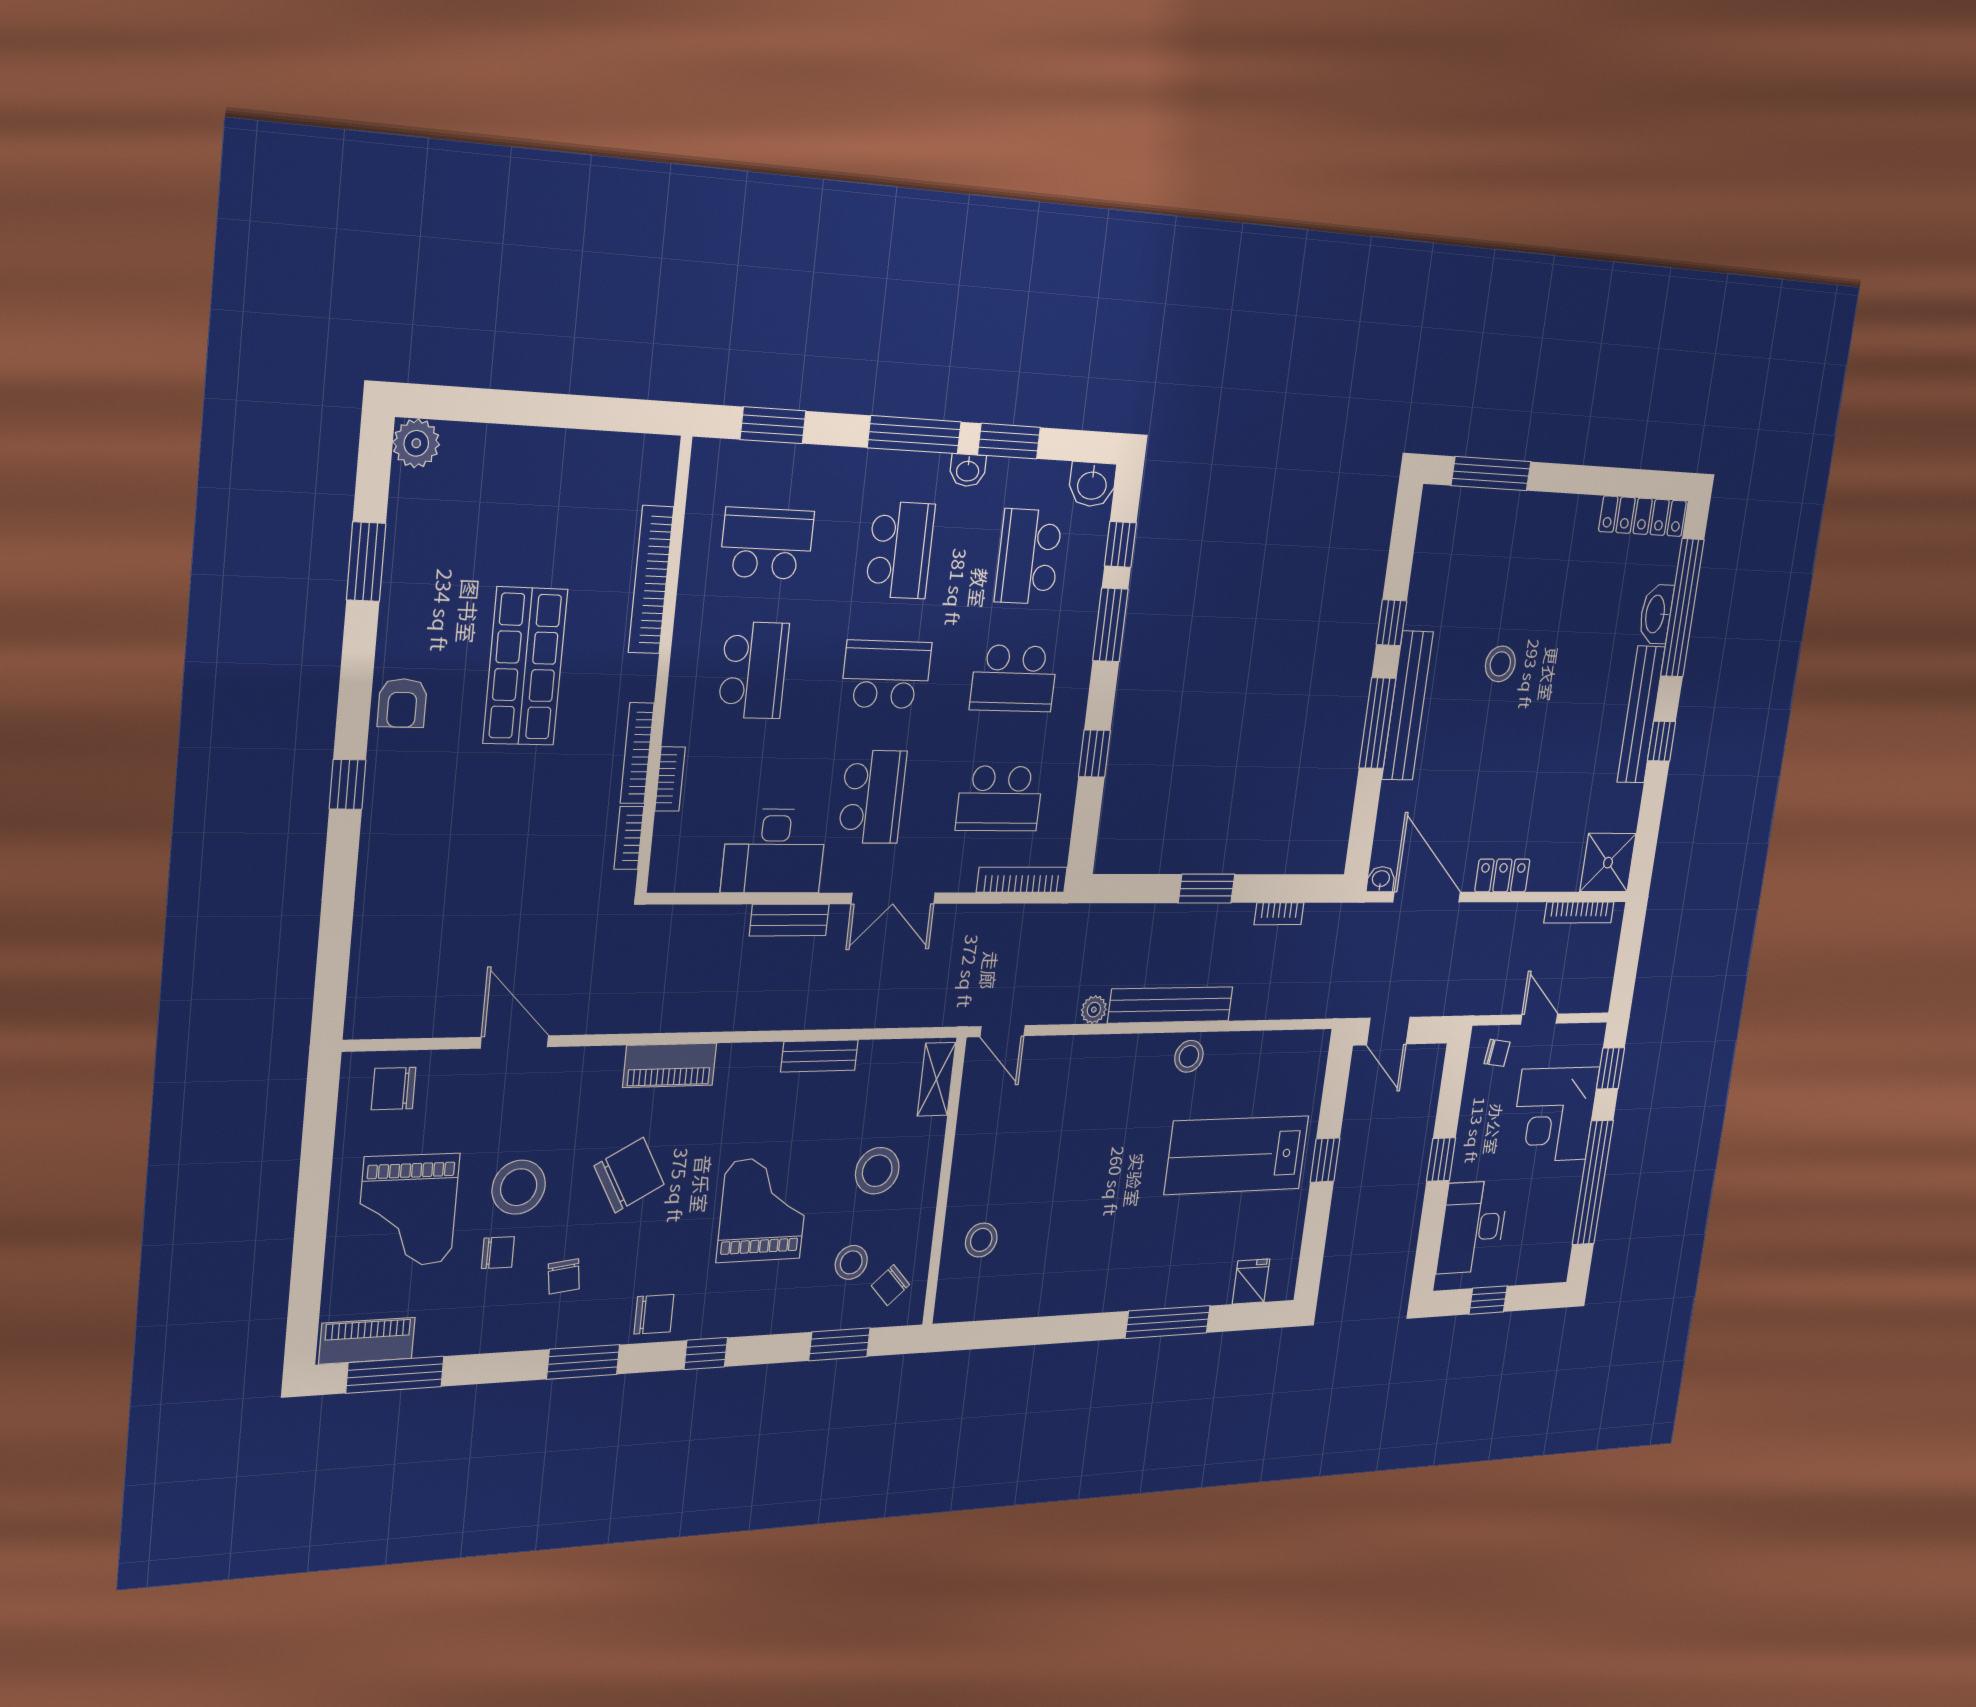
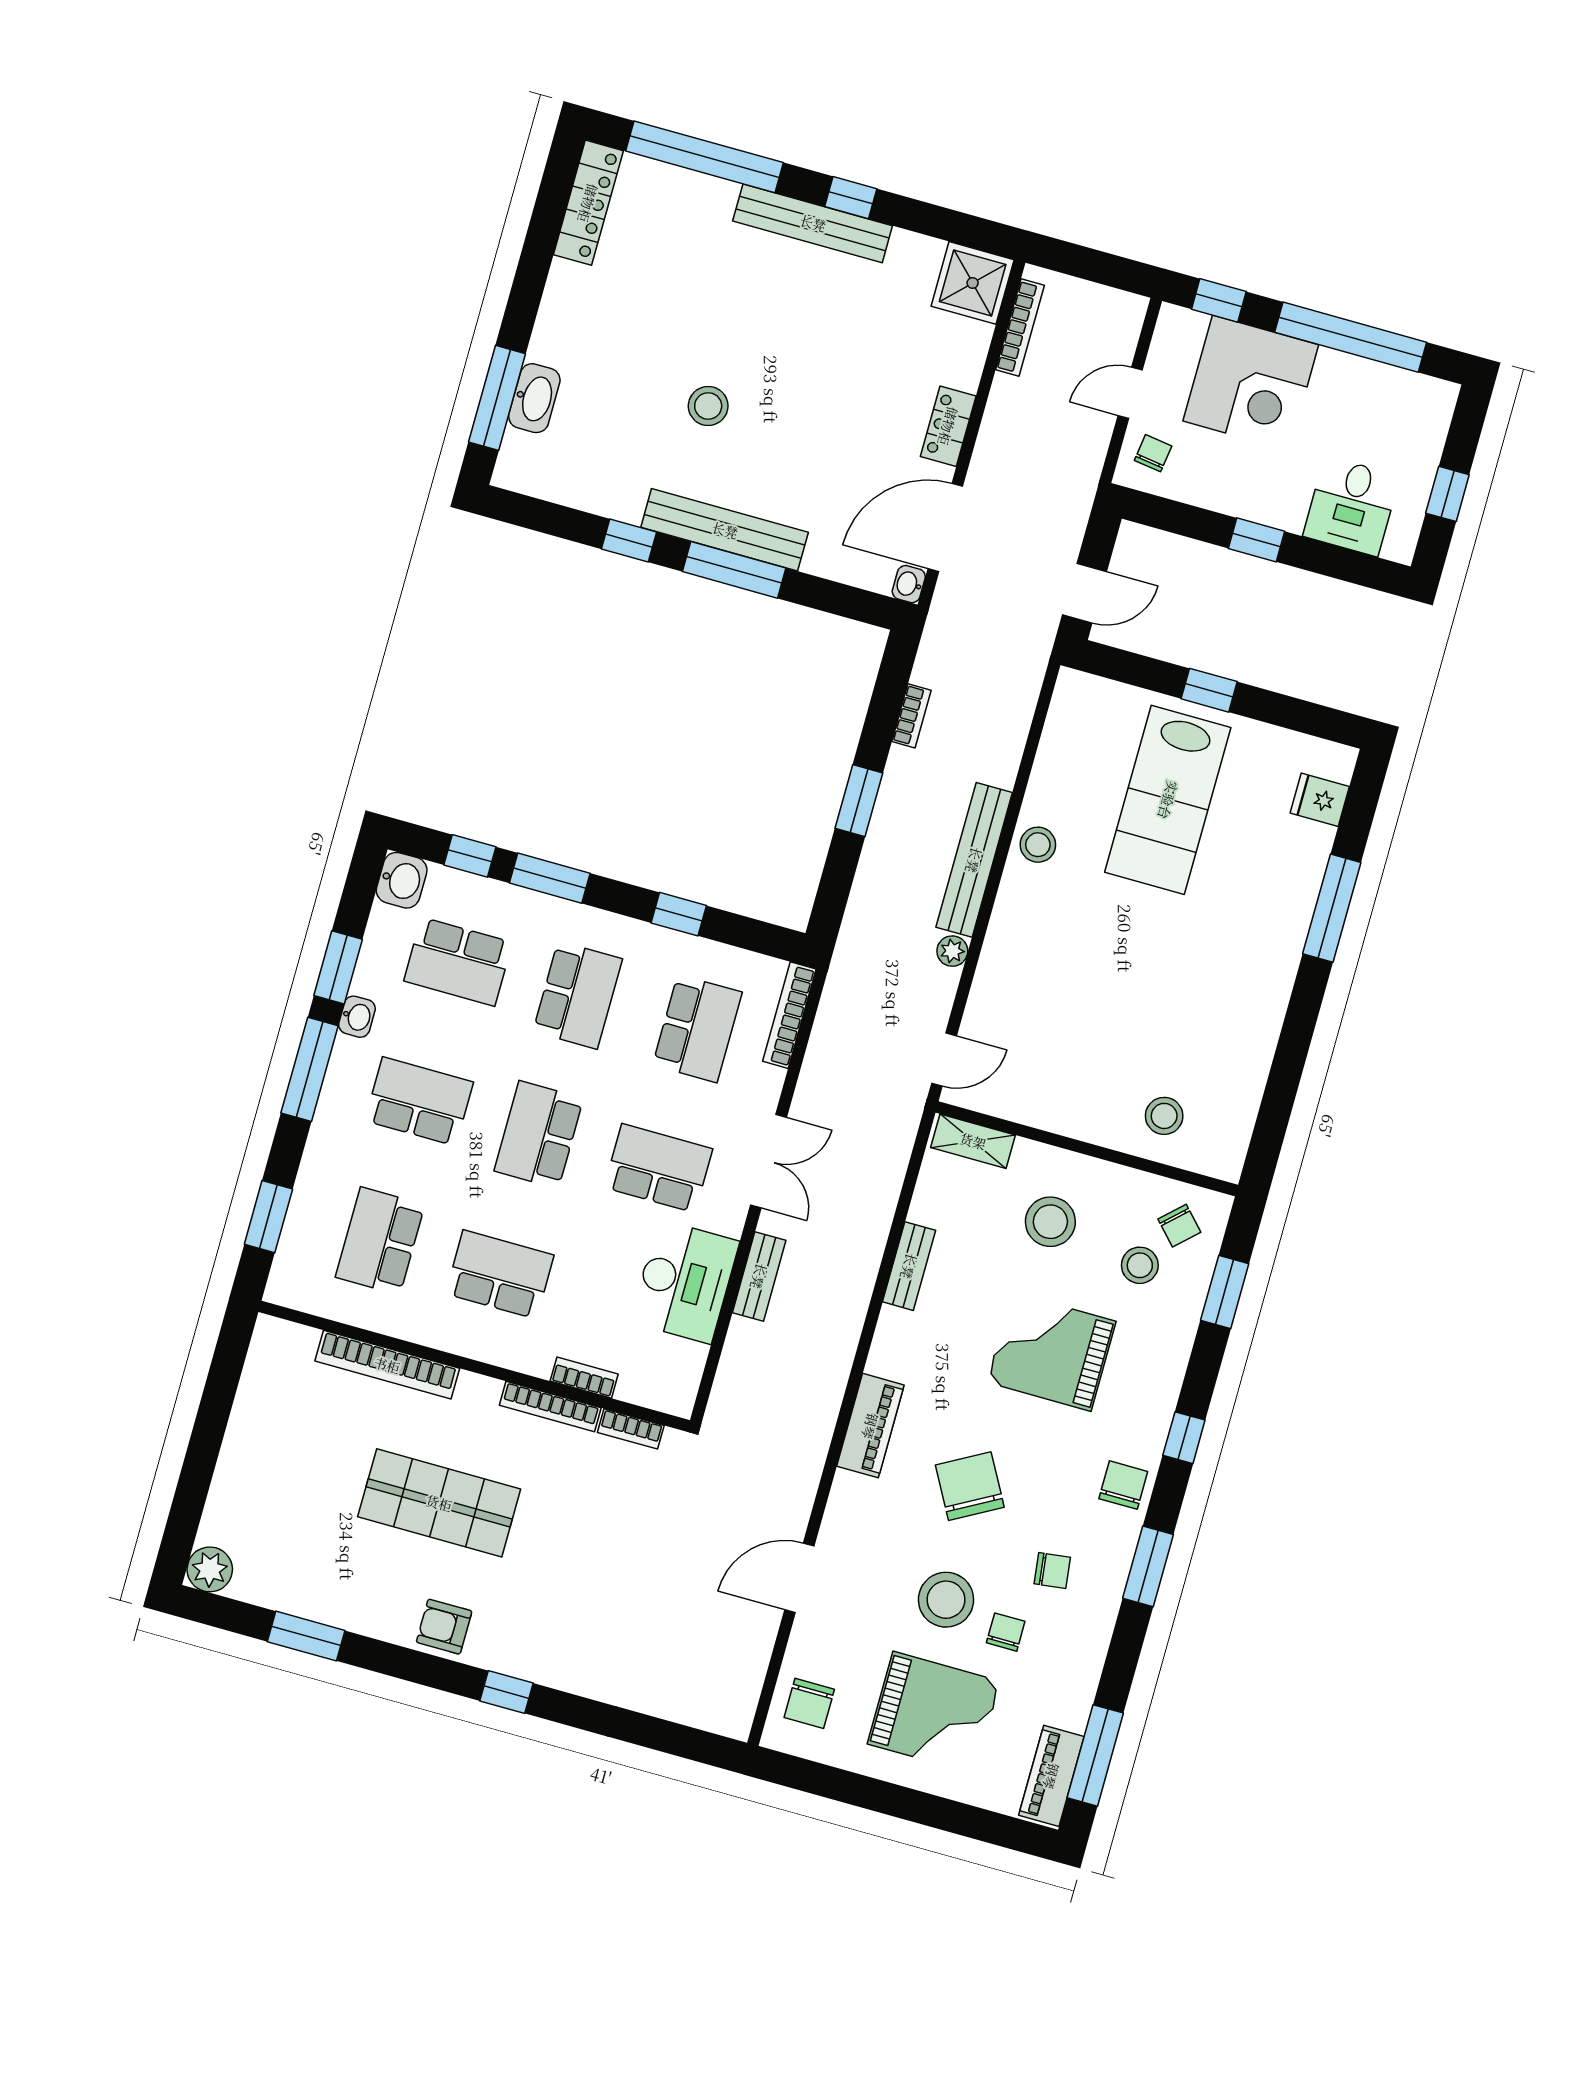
washbasin: (1656, 614) -> (534, 398), moved, turned -90
armchair: (402, 703) -> (444, 1627), turned 180
desk: (1473, 1227) -> (1351, 506), width x0.73

